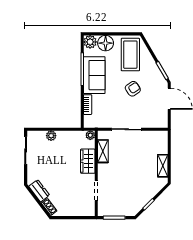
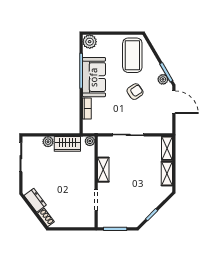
floor lamp: (106, 43) -> (106, 43), removed
plant: (159, 77) -> (163, 79), added
shelving: (163, 142) -> (167, 148), added
shelving: (103, 151) -> (103, 170), moved
wardrobe: (88, 161) -> (67, 144), moved, turned -90

